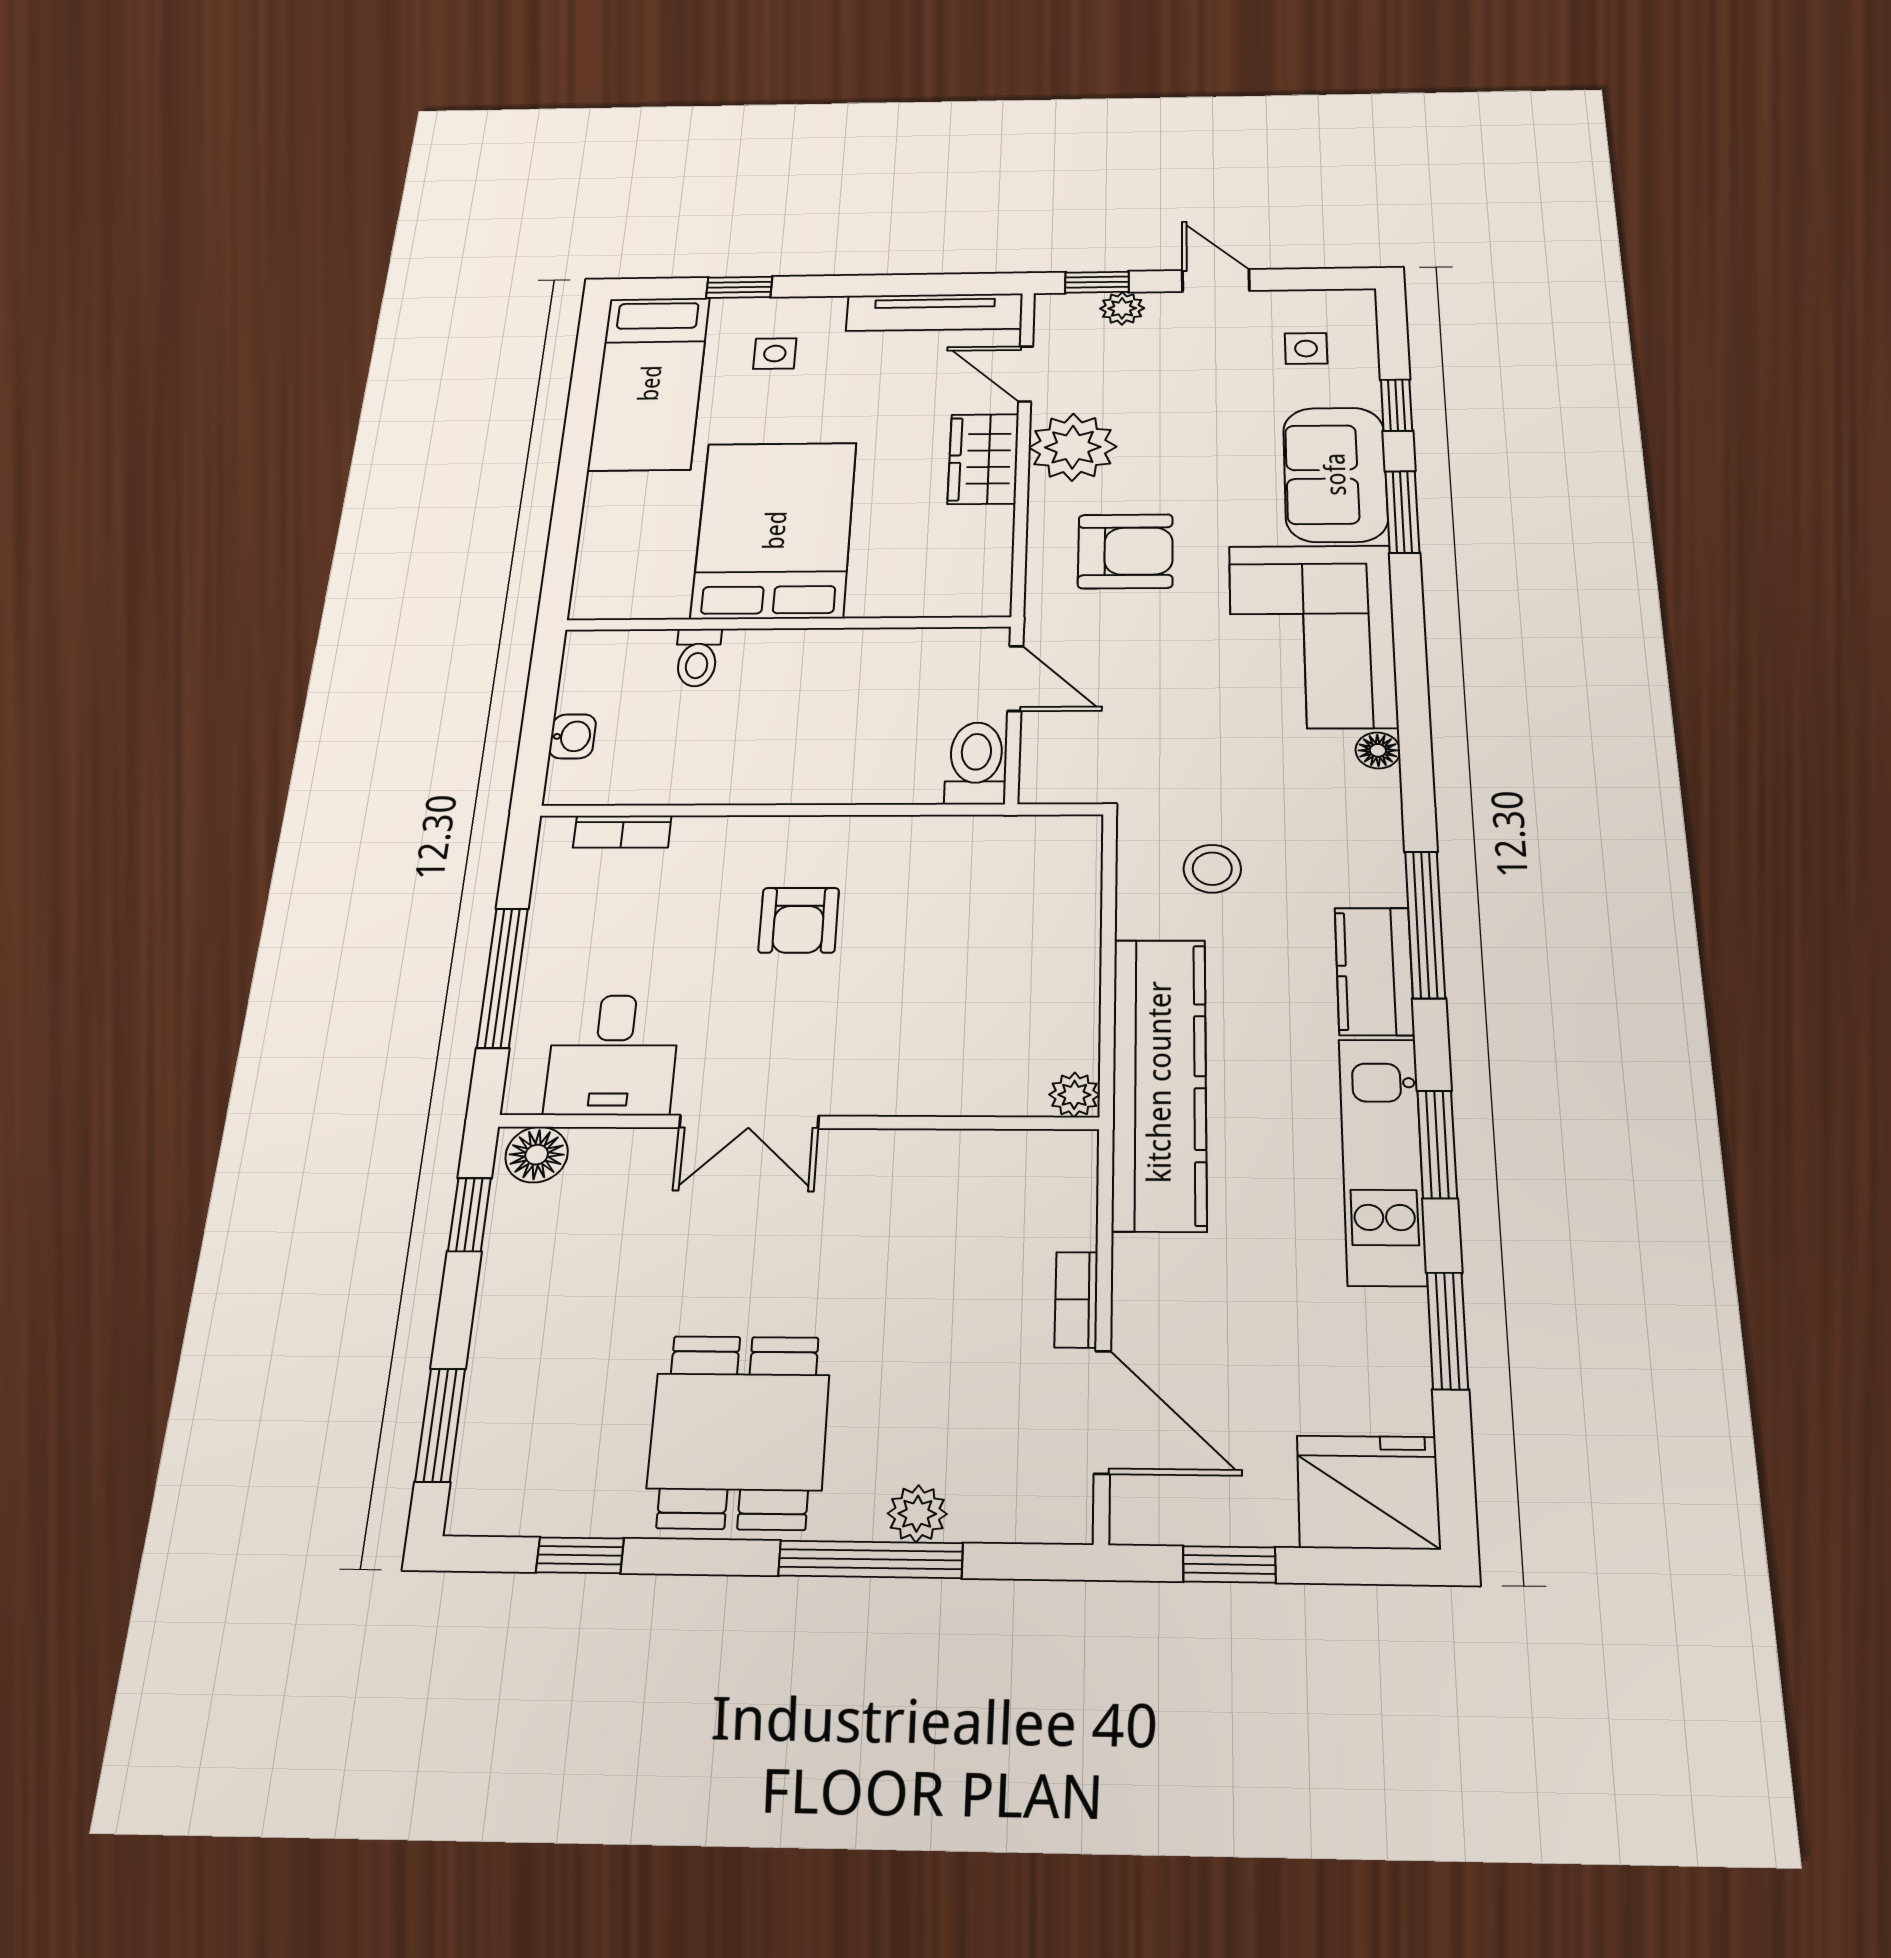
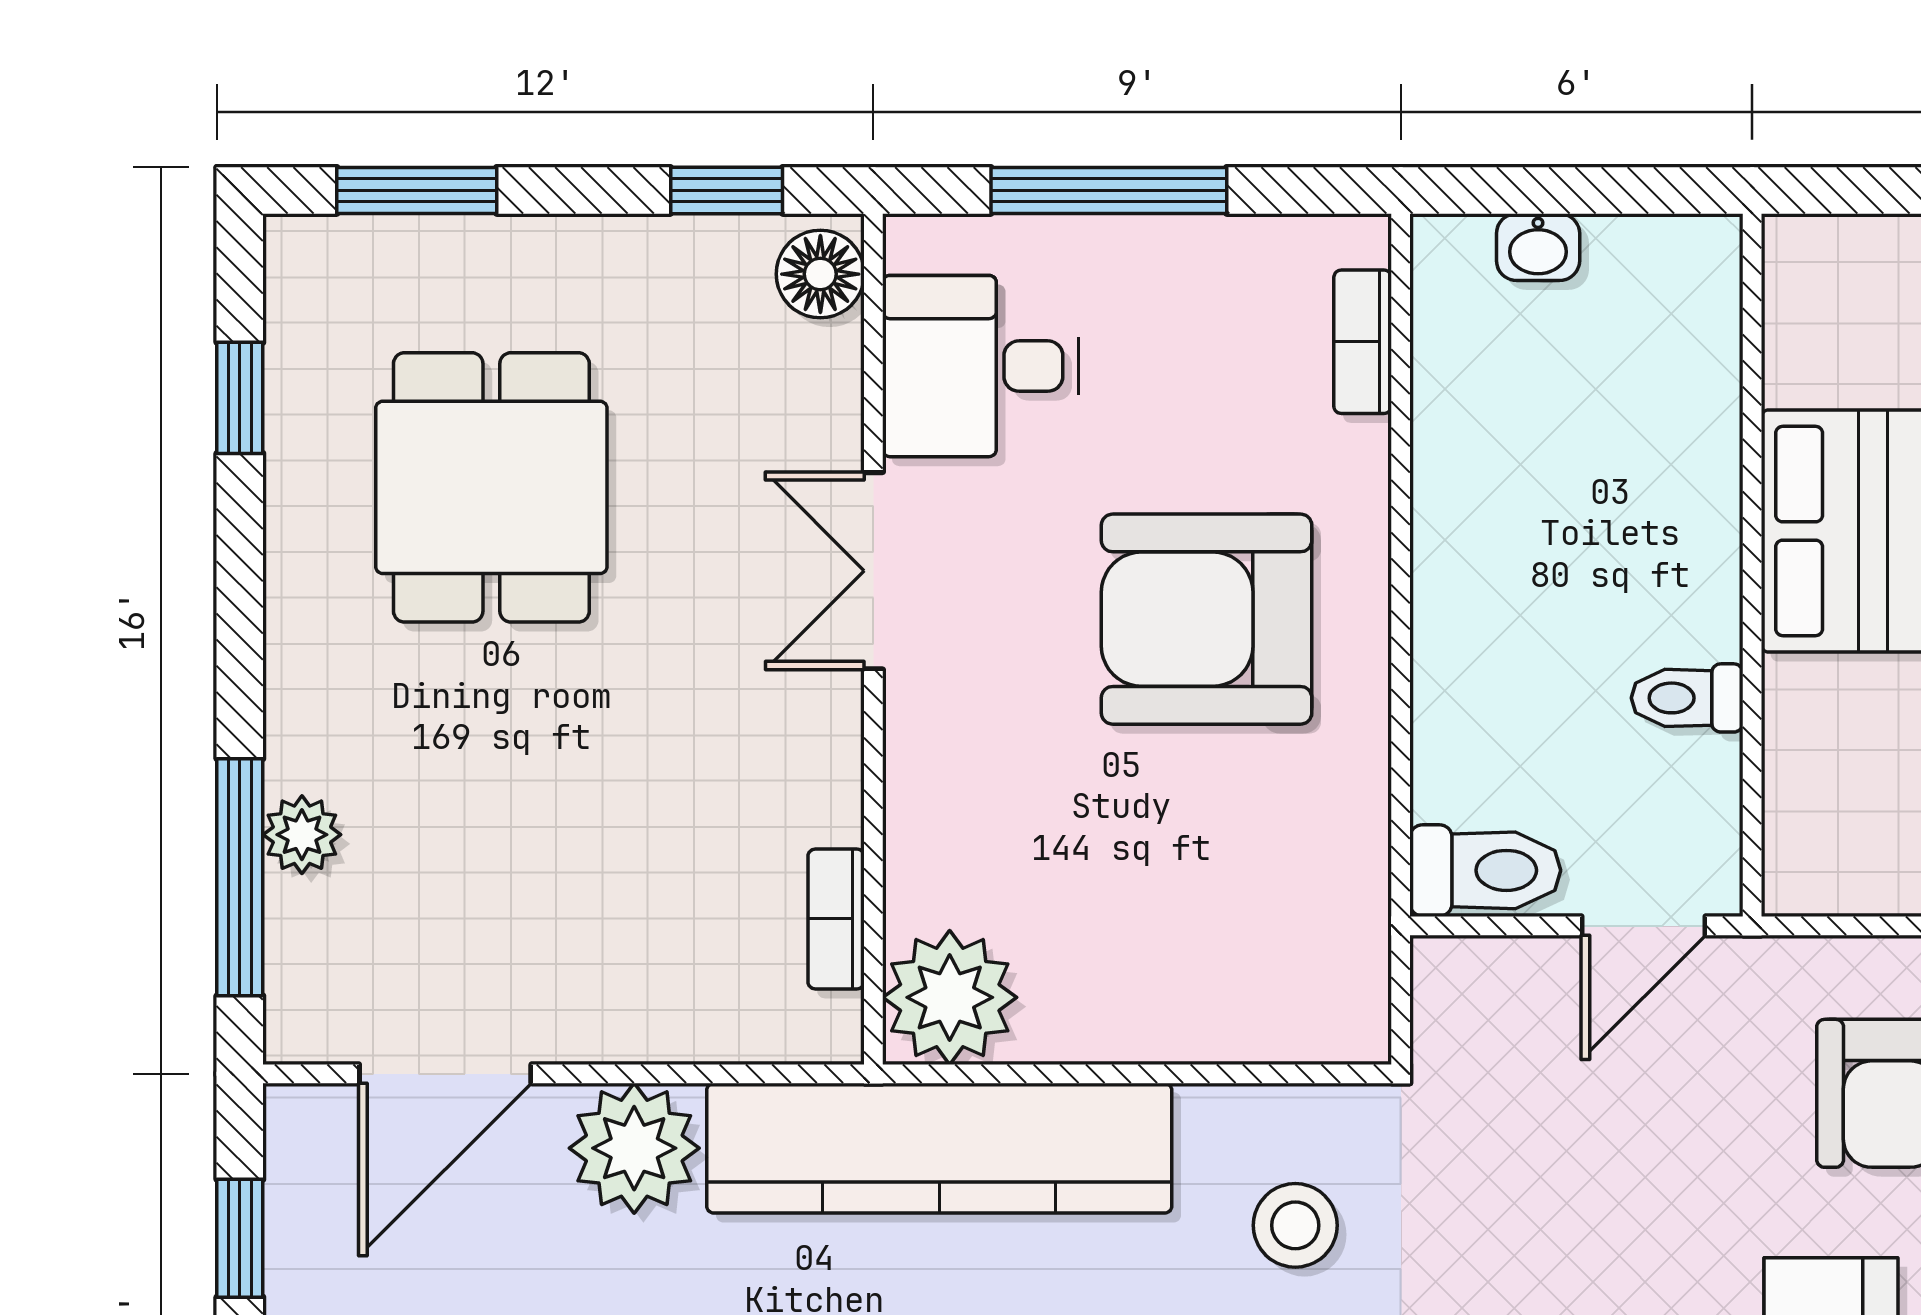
toilet: (697, 657) -> (1687, 698), moved
armchair: (799, 920) -> (1207, 619), width x1.88, depth x1.88
plant: (1074, 1095) -> (950, 997), width x1.87, depth x1.87
plant: (1159, 1281) -> (634, 1148), added
bookcase: (1076, 1300) -> (836, 919), moved, turned -90
dining table: (739, 1431) -> (491, 487), moved, turned 90
window: (871, 1559) -> (240, 877), moved

